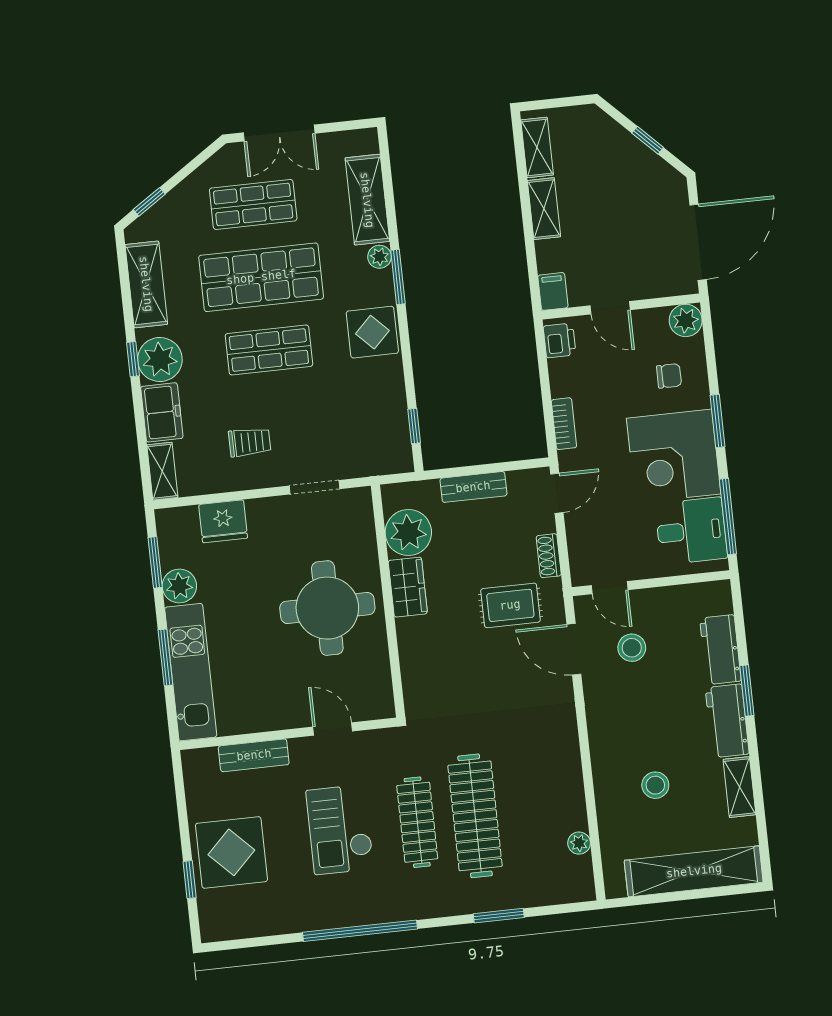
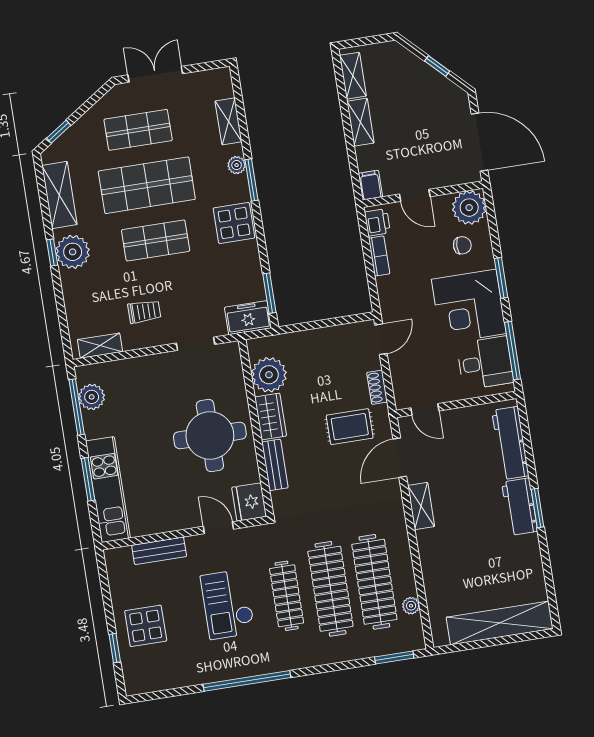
double door: (279, 133) -> (155, 74), swing flipped
shelving: (367, 200) -> (228, 121), width x0.67, depth x0.75
door: (698, 242) -> (480, 142), hinge flipped
plant: (686, 320) -> (469, 208), width x1.36, depth x1.36
freezer: (162, 412) -> (248, 318), moved, turned -90
bookcase: (564, 424) -> (379, 256), moved
window: (414, 426) -> (269, 293), width x1.50
shelving: (162, 471) -> (100, 346), moved, turned 90
bench: (473, 487) -> (275, 465), moved, turned 90
fridge: (223, 521) -> (249, 502), moved, turned 90
window: (155, 562) -> (77, 407), width x1.44
plant: (179, 586) -> (92, 397), moved
stool: (632, 648) -> (444, 454), removed
door: (574, 649) -> (400, 458), hinge flipped
workbench: (720, 650) -> (510, 443), width x1.38
window: (747, 691) -> (537, 508), moved
stool: (655, 785) -> (467, 559), removed
shelving: (739, 787) -> (421, 506), moved
clothes rail: (533, 810) -> (374, 582), added
display table: (231, 852) -> (146, 626), width x0.73, depth x0.73
window: (499, 916) -> (394, 658), moved

